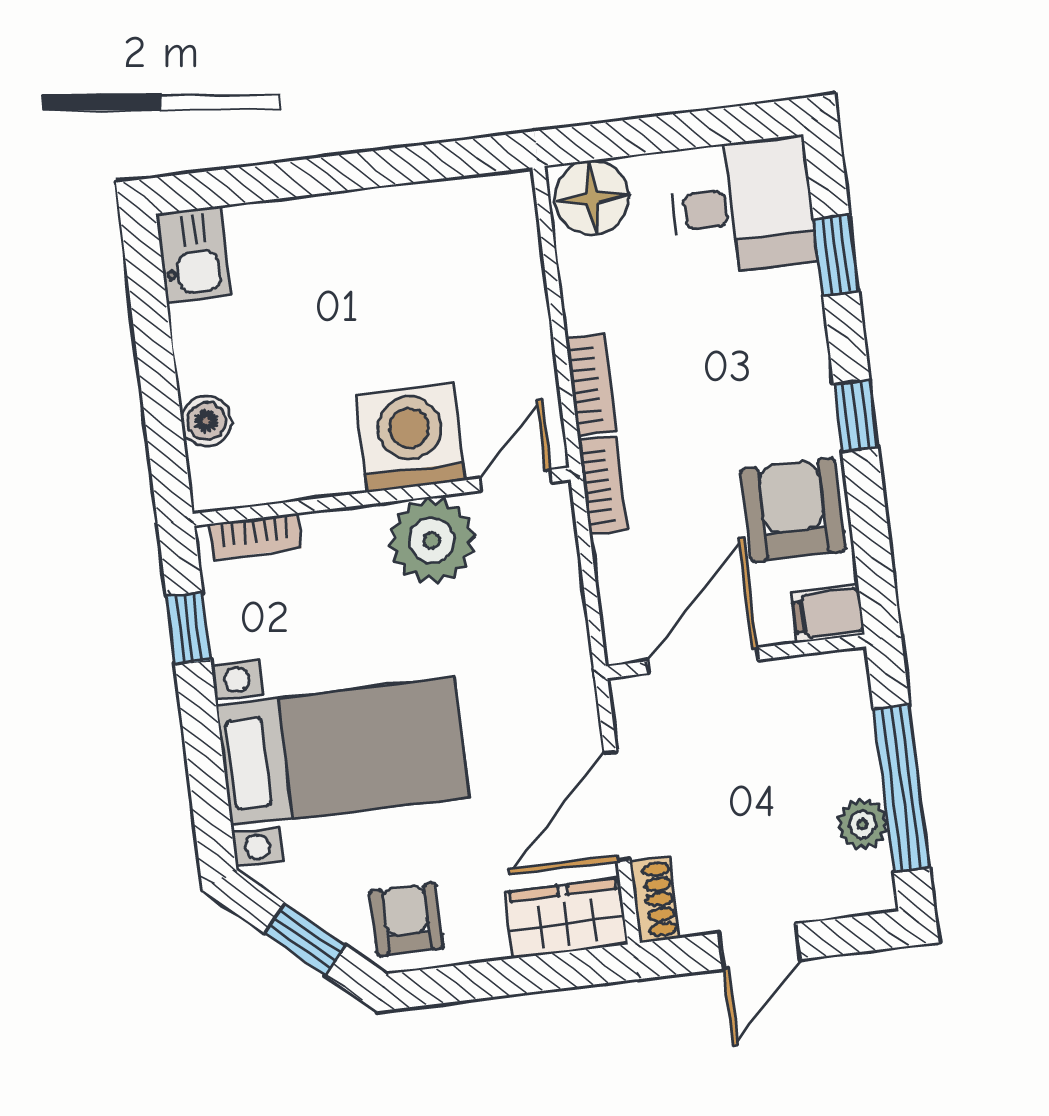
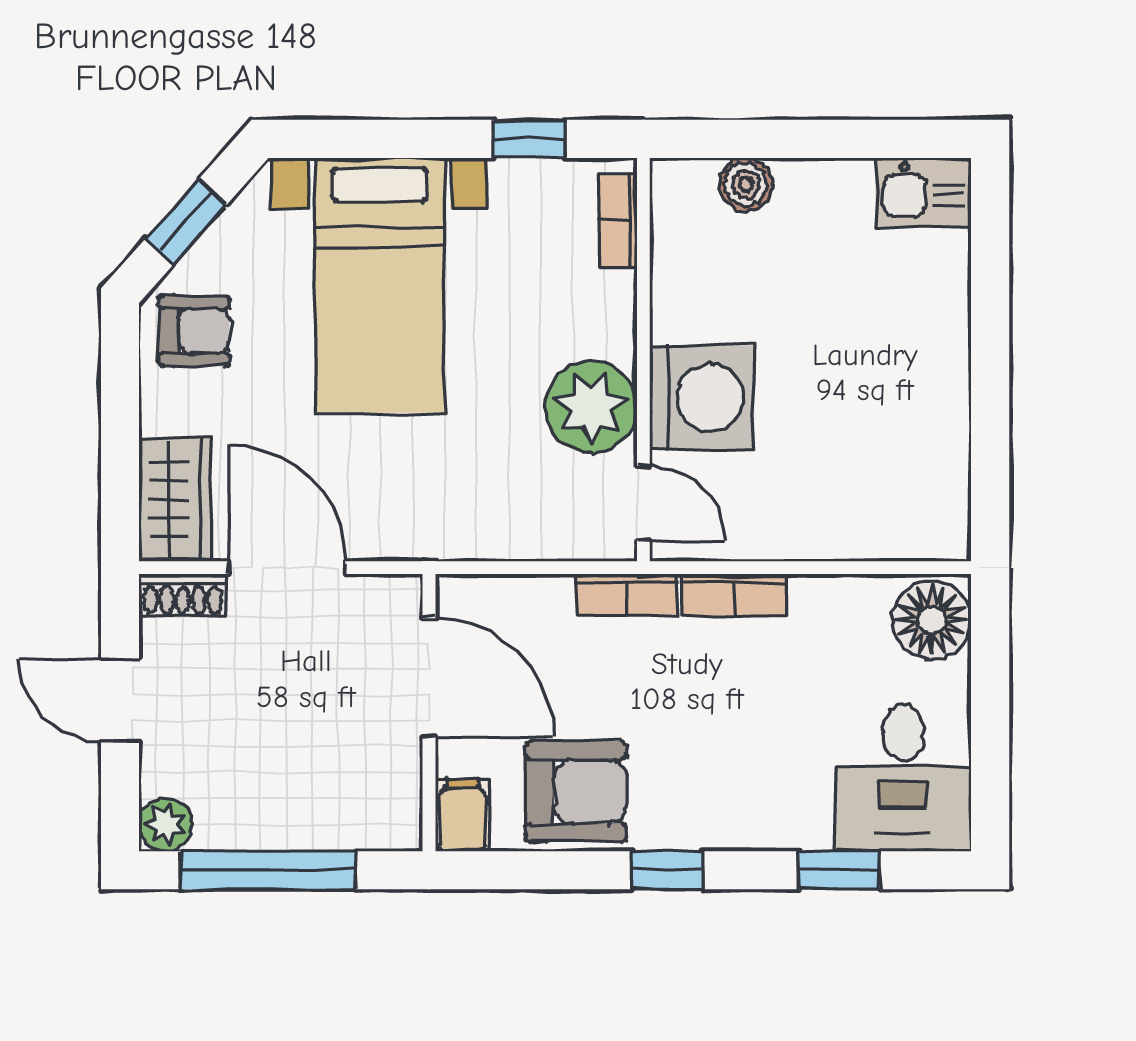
plant: (863, 824) -> (166, 824), moved

